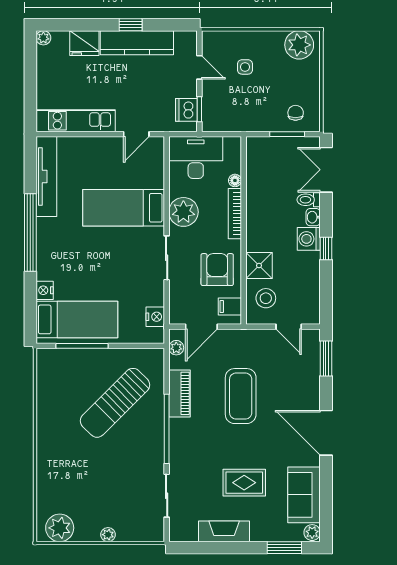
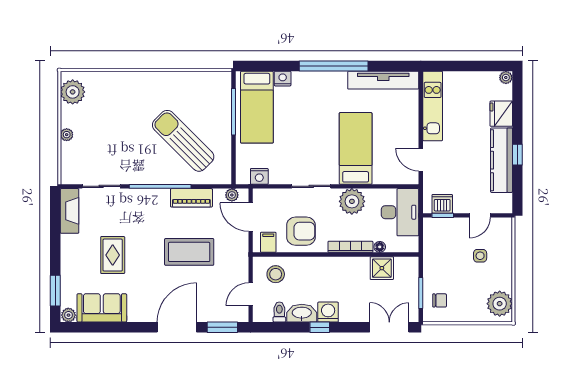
toilet: (309, 200) -> (279, 312), moved
washbasin: (313, 217) -> (302, 313), moved, width x1.91, depth x1.45
shower: (259, 265) -> (382, 268), moved
door: (326, 433) -> (177, 327), moved
fireplace: (224, 531) -> (70, 211), moved

